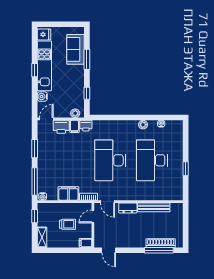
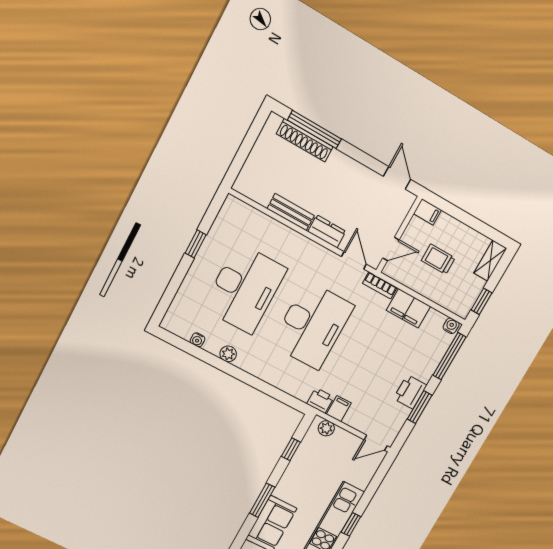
water cooler: (42, 97) -> (362, 480), removed
printer: (61, 127) -> (410, 392), moved, turned -90
bench: (154, 207) -> (291, 212), width x0.73

